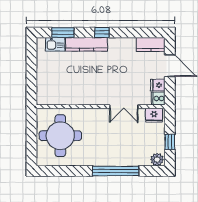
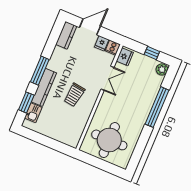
window: (102, 33) -> (40, 71), width x2.17
trolley: (92, 79) -> (74, 95), added

